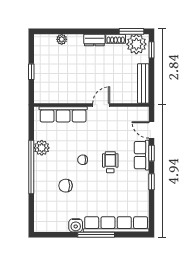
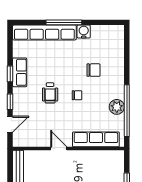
door: (101, 105) -> (59, 149), swing flipped
door: (151, 130) -> (10, 124), hinge flipped
row of seats: (142, 155) -> (20, 72), moved
window: (31, 167) -> (127, 111), moved

